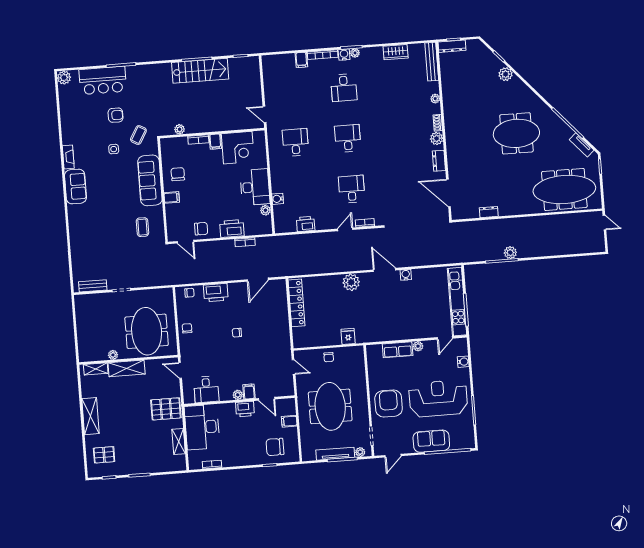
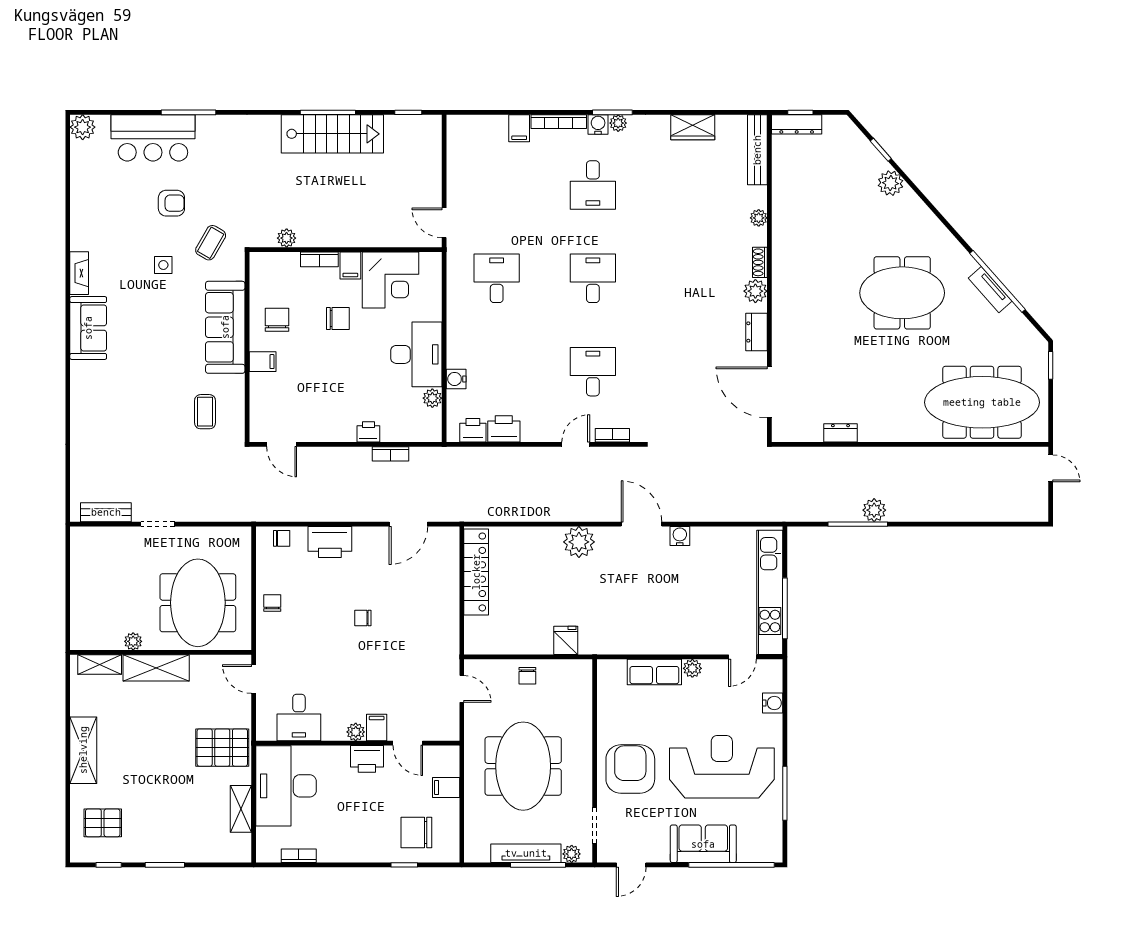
tv unit: (582, 145) -> (990, 290), moved
printer: (289, 226) -> (473, 430), added
chair: (201, 229) -> (338, 318), moved
printer: (232, 229) -> (368, 432), width x0.53, depth x0.68

